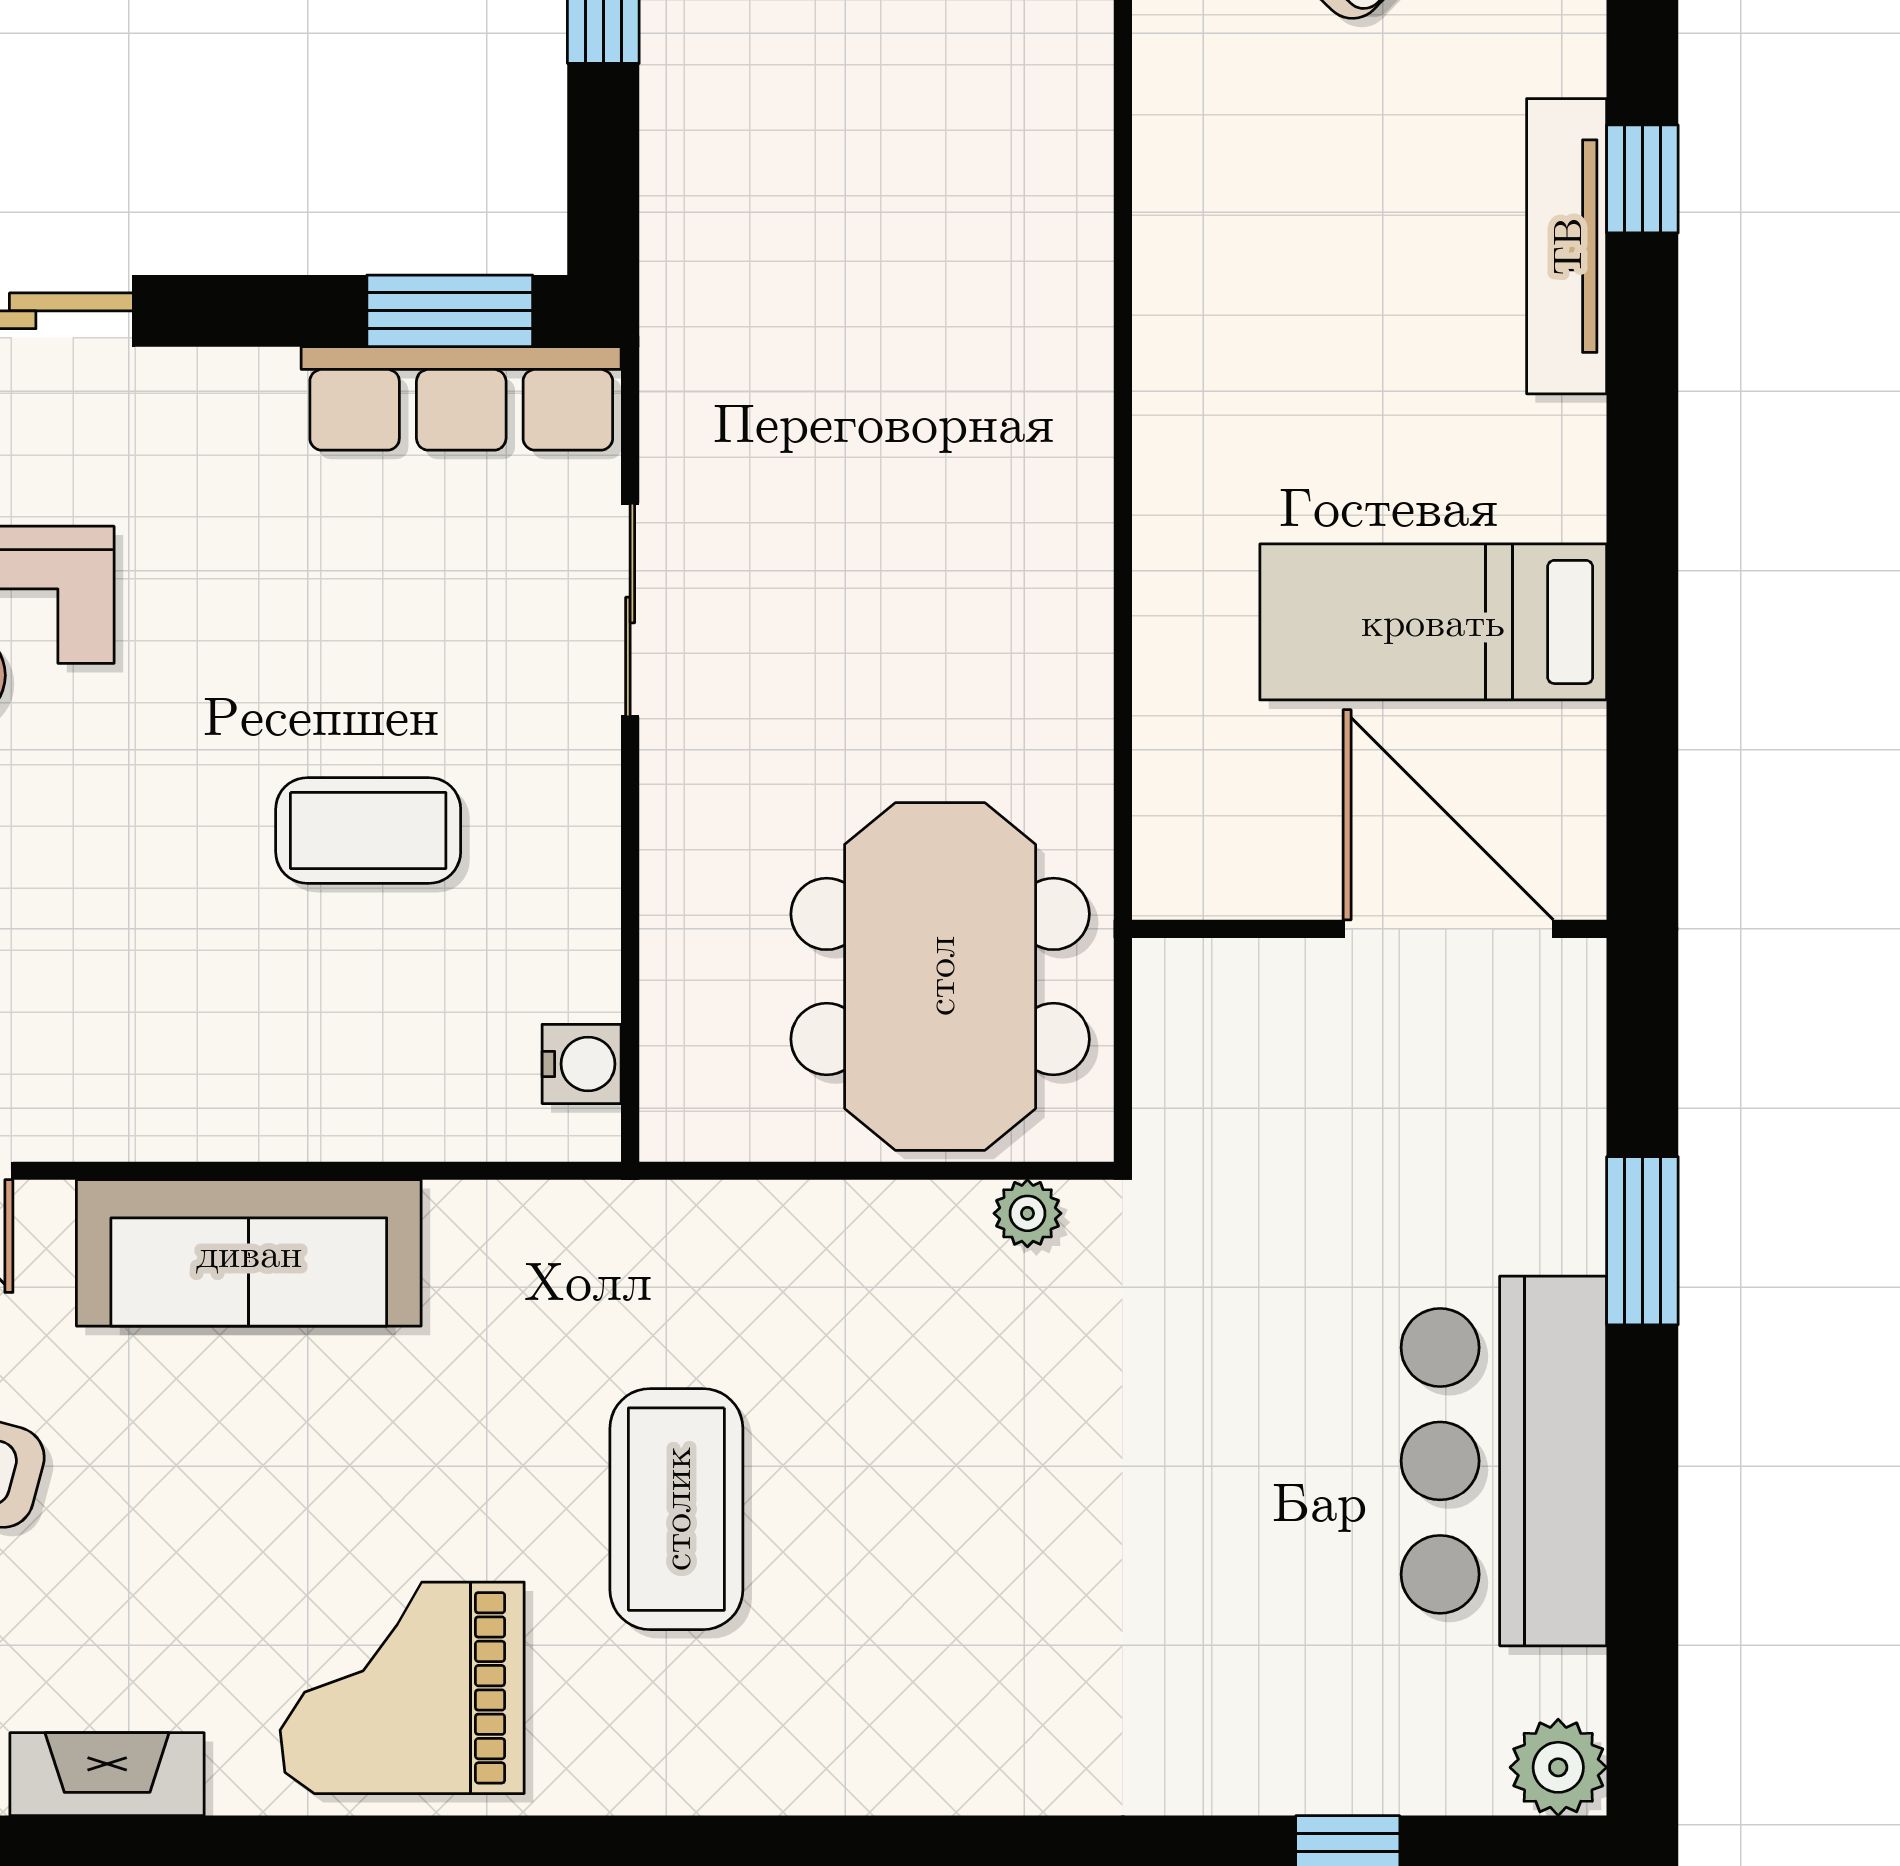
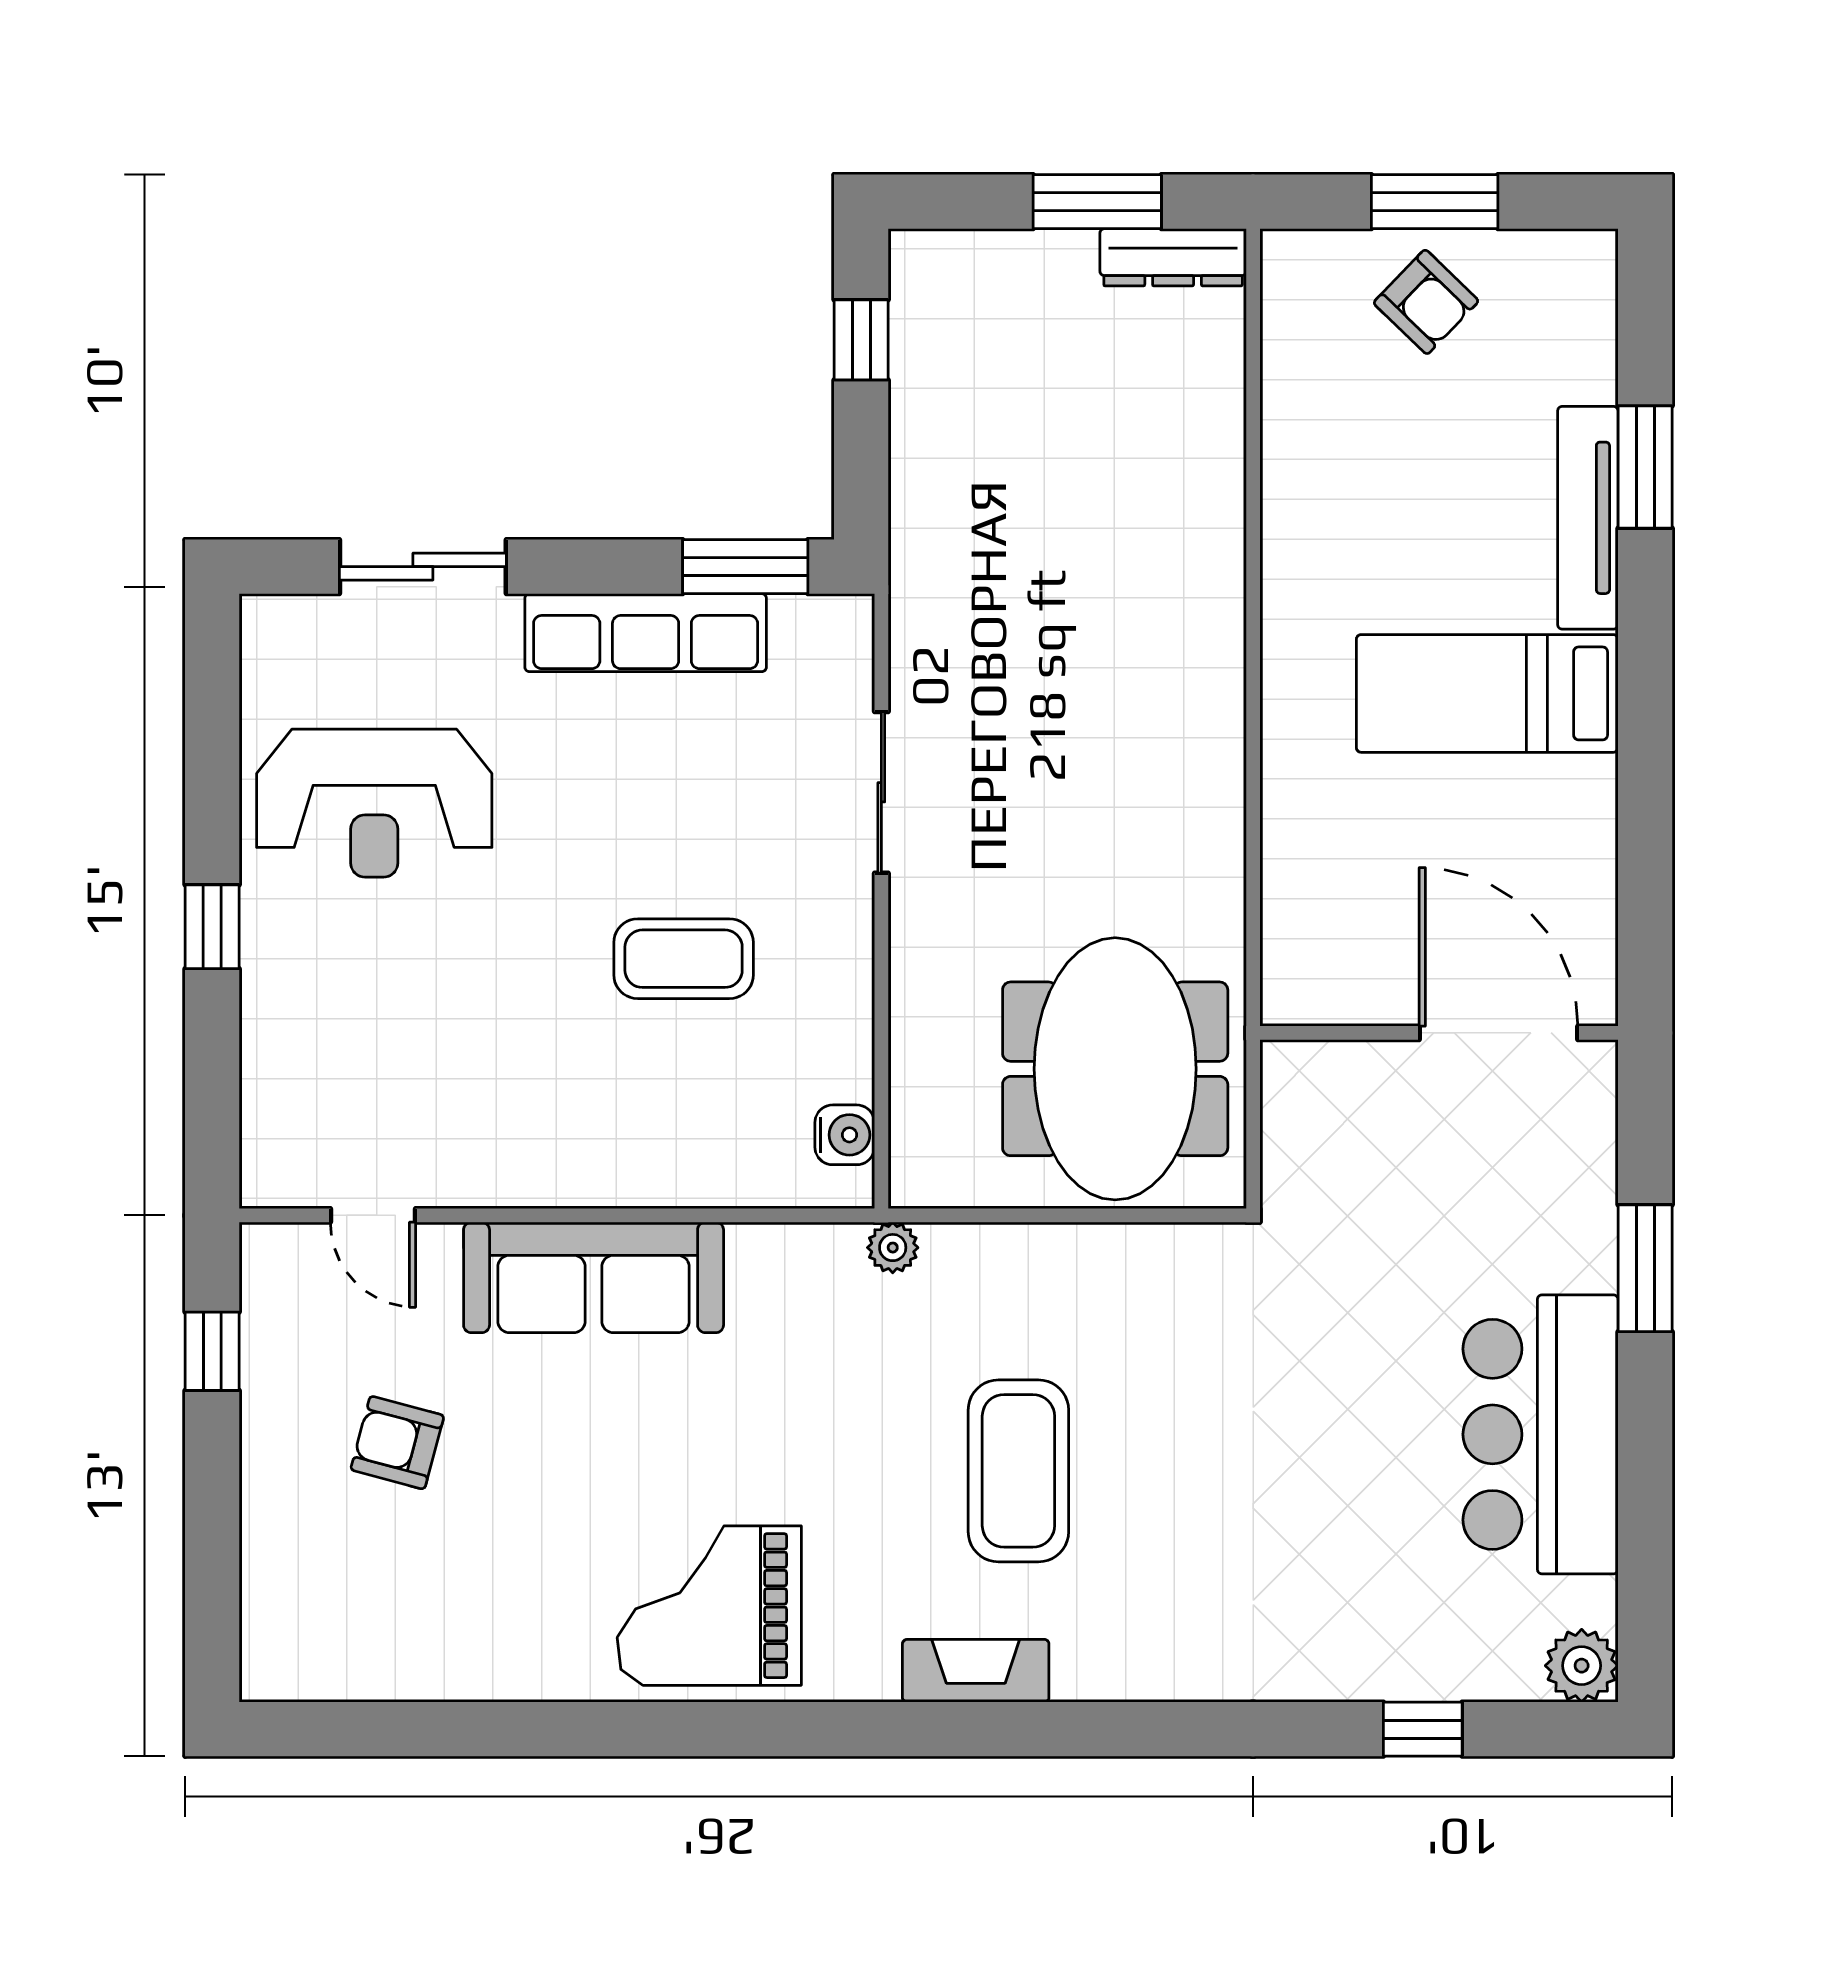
window: (1642, 179) -> (1645, 467), width x1.50
row of seats: (461, 398) -> (646, 633), moved
bed: (1433, 622) -> (1487, 693), moved
plant: (1027, 1213) -> (893, 1248), moved
coffee table: (676, 1509) -> (1018, 1471), moved
fireplace: (107, 1774) -> (976, 1671), moved

